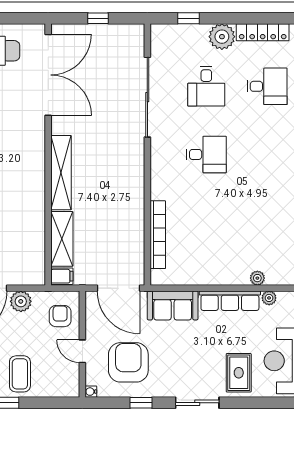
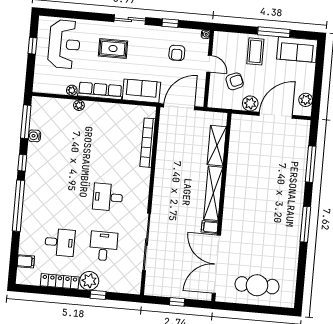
window: (189, 18) -> (98, 295), moved
desk: (267, 86) -> (60, 242), turned 180
filing cabinet: (62, 276) -> (210, 227), moved
door: (118, 288) -> (179, 107), hinge flipped
armchair: (60, 316) -> (235, 81), moved, turned -113
armchair: (128, 362) -> (177, 53), width x0.53, depth x0.53
rug: (239, 373) -> (113, 49), moved, turned 90

